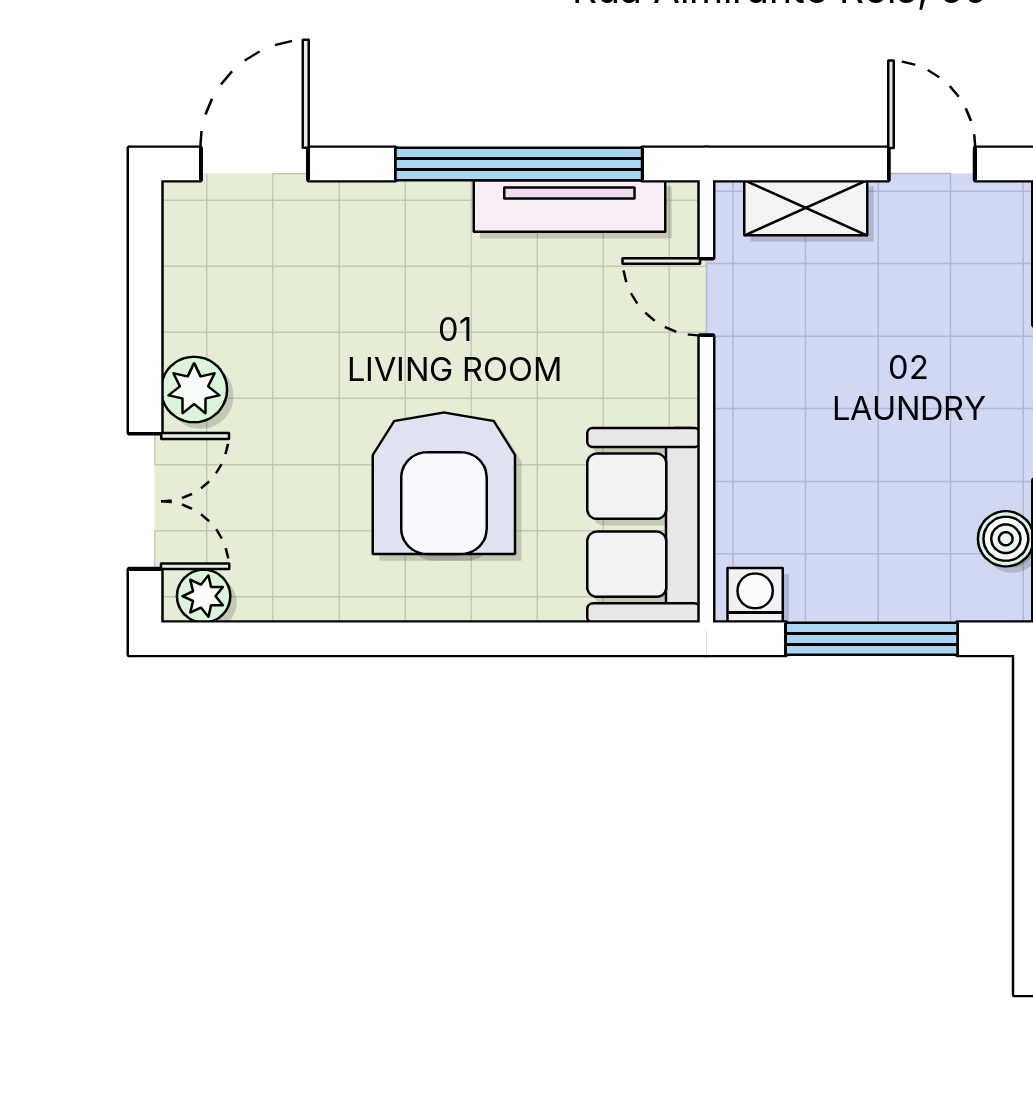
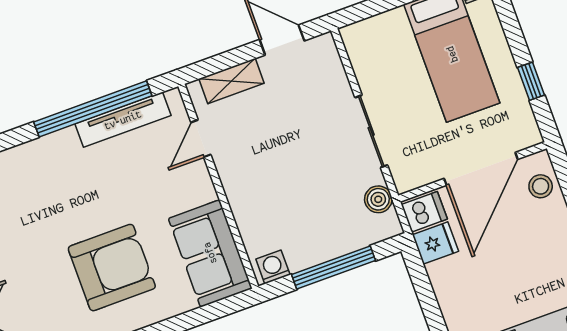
door: (706, 297) -> (201, 138), hinge flipped
armchair: (444, 483) -> (112, 268), turned -90

